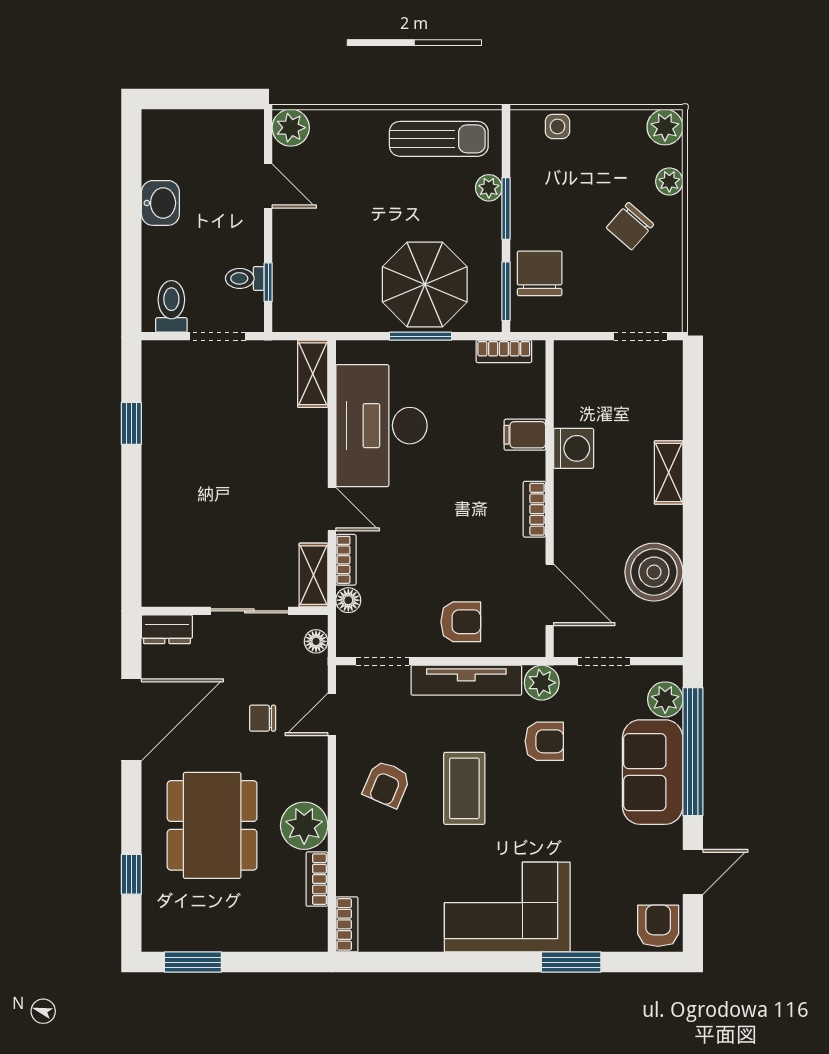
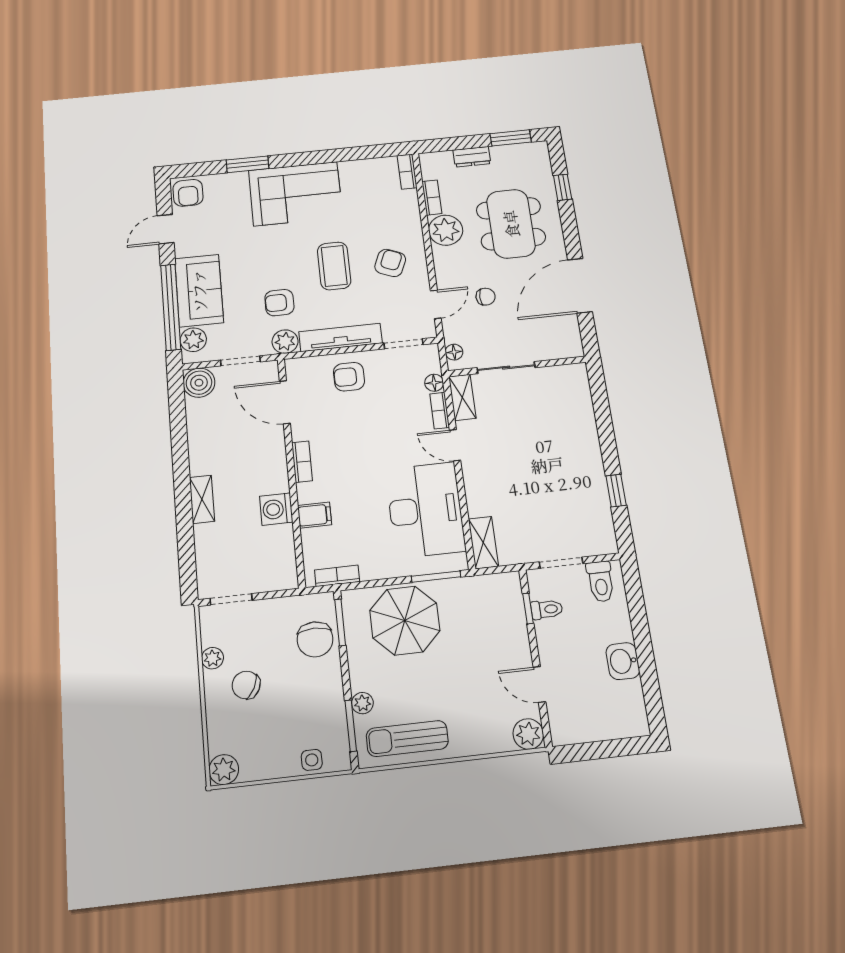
plant: (669, 181) -> (212, 658), moved
window: (506, 208) -> (351, 726), moved
chair: (630, 226) -> (246, 685), turned -105
window: (420, 336) -> (436, 577), moved
boiler: (654, 572) -> (199, 383), moved, width x0.73, depth x0.73
dresser: (167, 629) -> (472, 157), moved, turned 180

